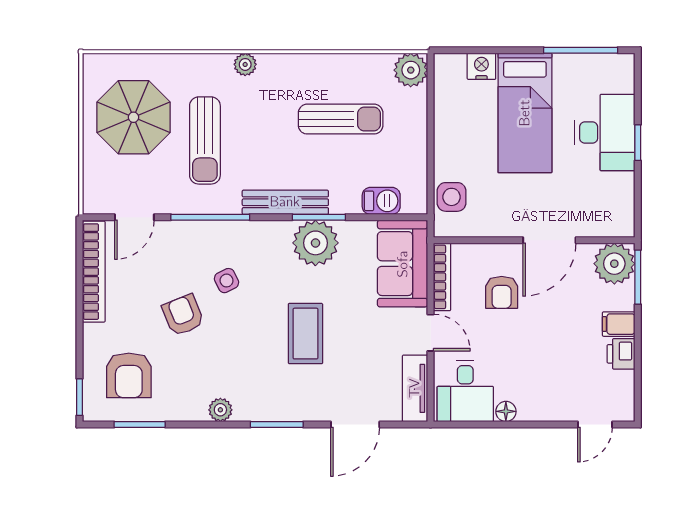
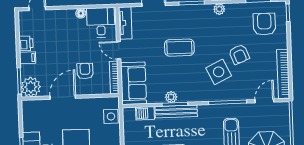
bench: (285, 202) -> (176, 111), moved
plant: (315, 243) -> (171, 97), width x0.53, depth x0.53
side table: (226, 281) -> (219, 72), width x1.87, depth x1.87
coffee table: (305, 334) -> (179, 48), turned 90

